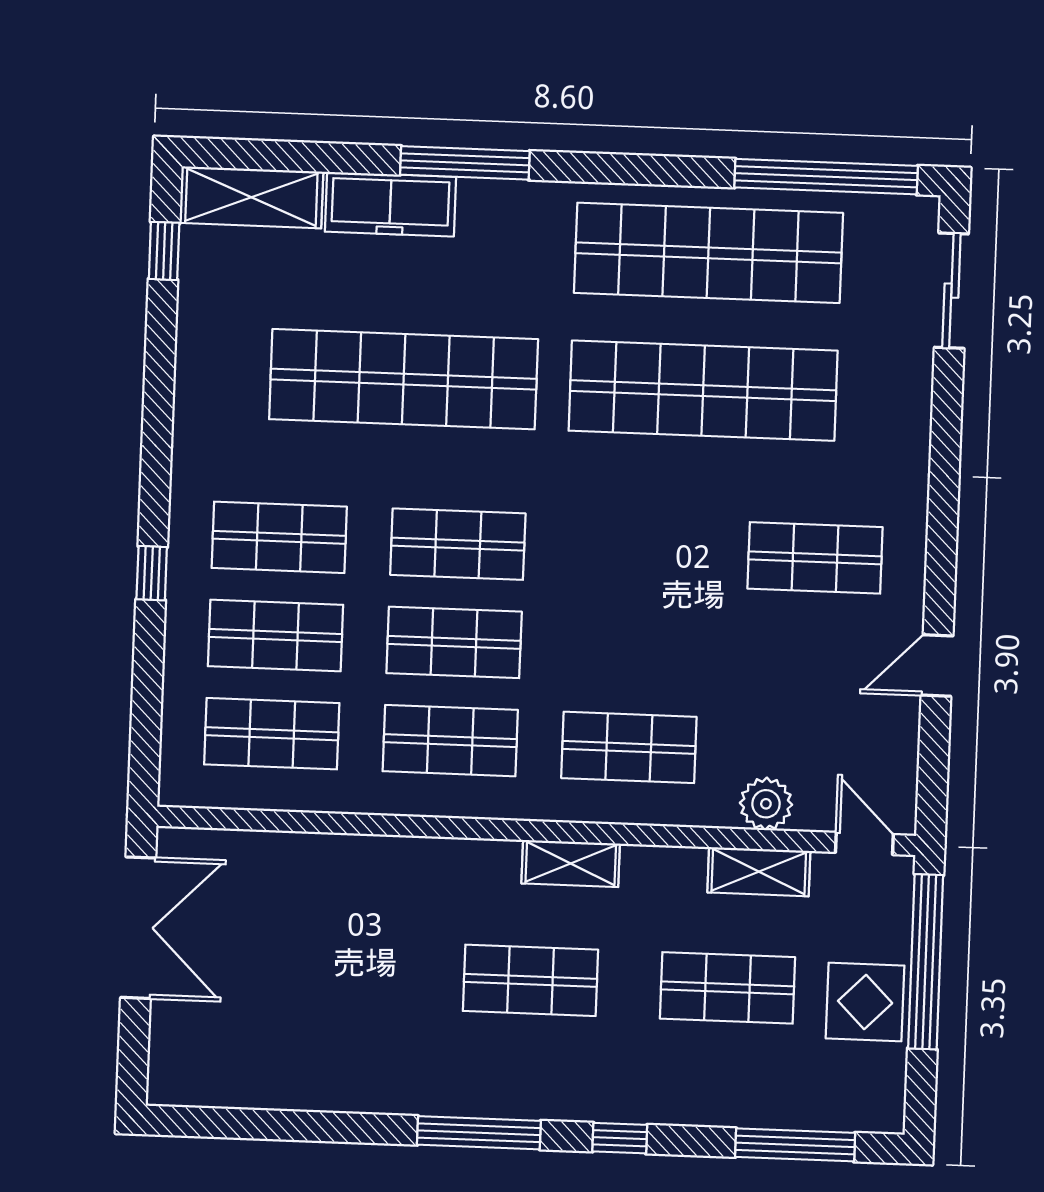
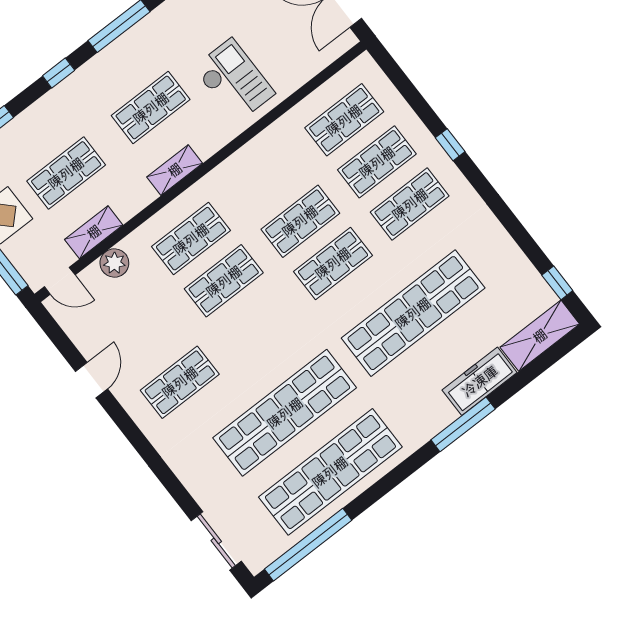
shop shelf: (450, 741) -> (224, 281), moved
checkout: (381, 919) -> (234, 81), added

